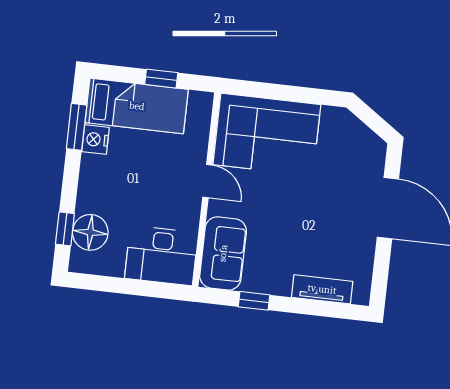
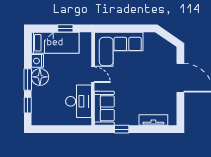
window: (77, 127) -> (28, 80), moved
floor lamp: (90, 232) -> (40, 77), moved
desk: (161, 255) -> (79, 101), moved, turned -90

